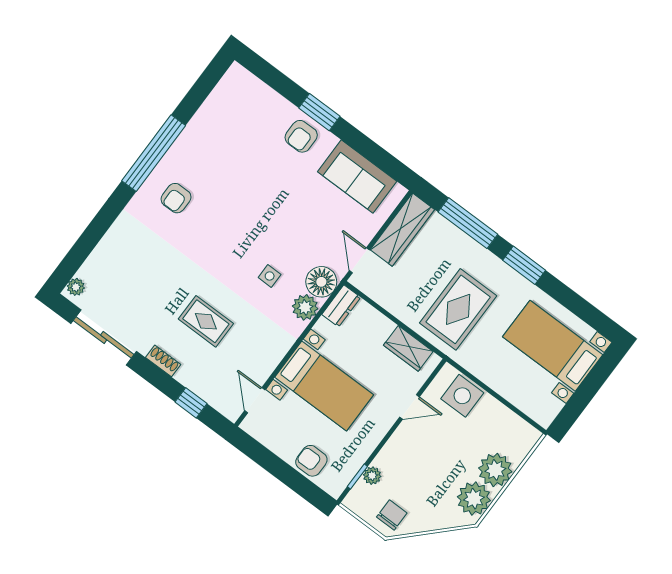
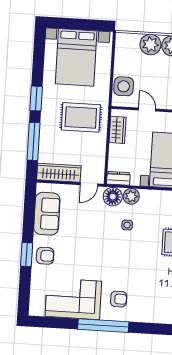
corner sofa: (217, 136) -> (73, 299), added
bed with nightstands: (553, 346) -> (76, 57), width x1.36

